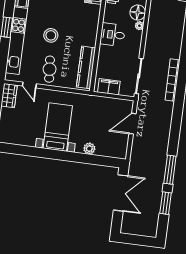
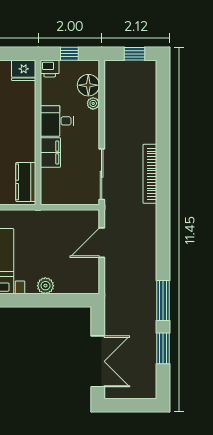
kitchen counter: (86, 67) -> (26, 182), width x0.67
filing cabinet: (109, 87) -> (50, 152), moved, turned 90
double door: (121, 193) -> (98, 361), moved

